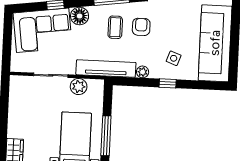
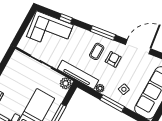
floor lamp: (80, 16) -> (78, 33), removed
window: (168, 83) -> (112, 103), width x2.17
plant: (79, 87) -> (66, 83), moved

